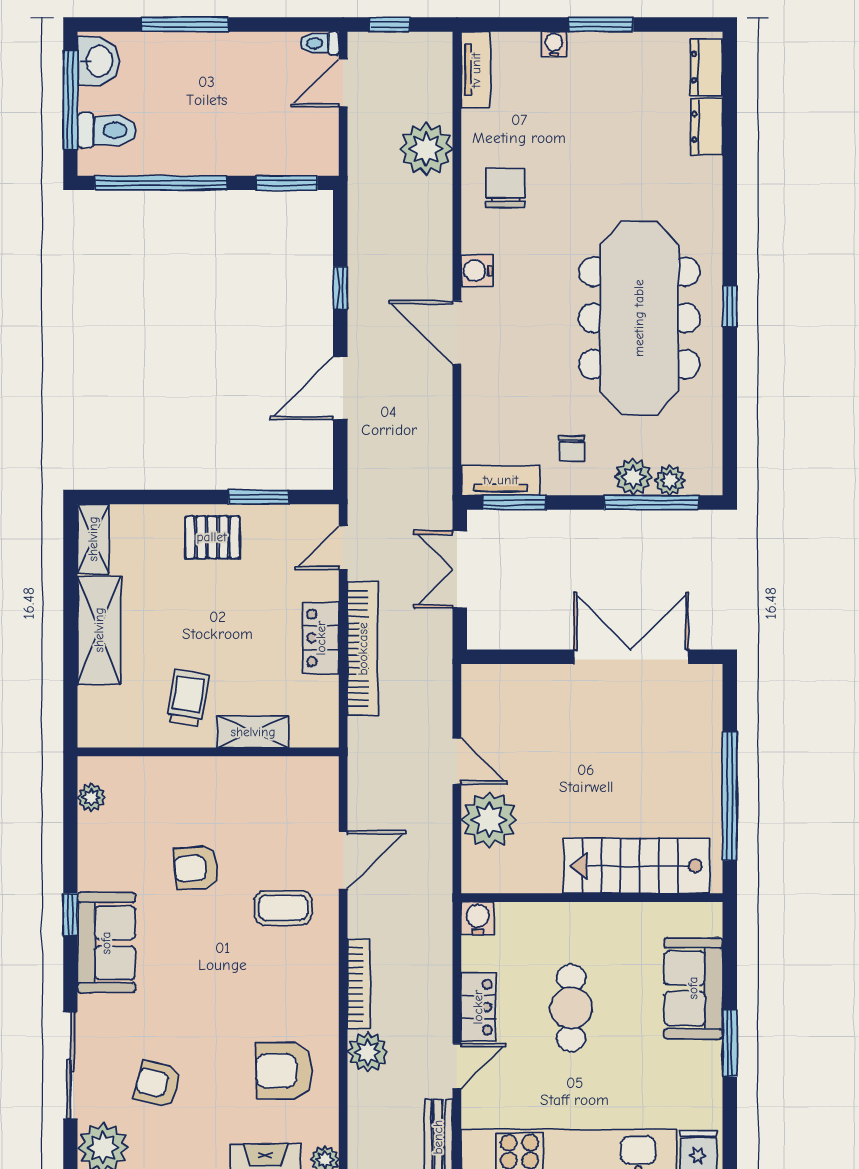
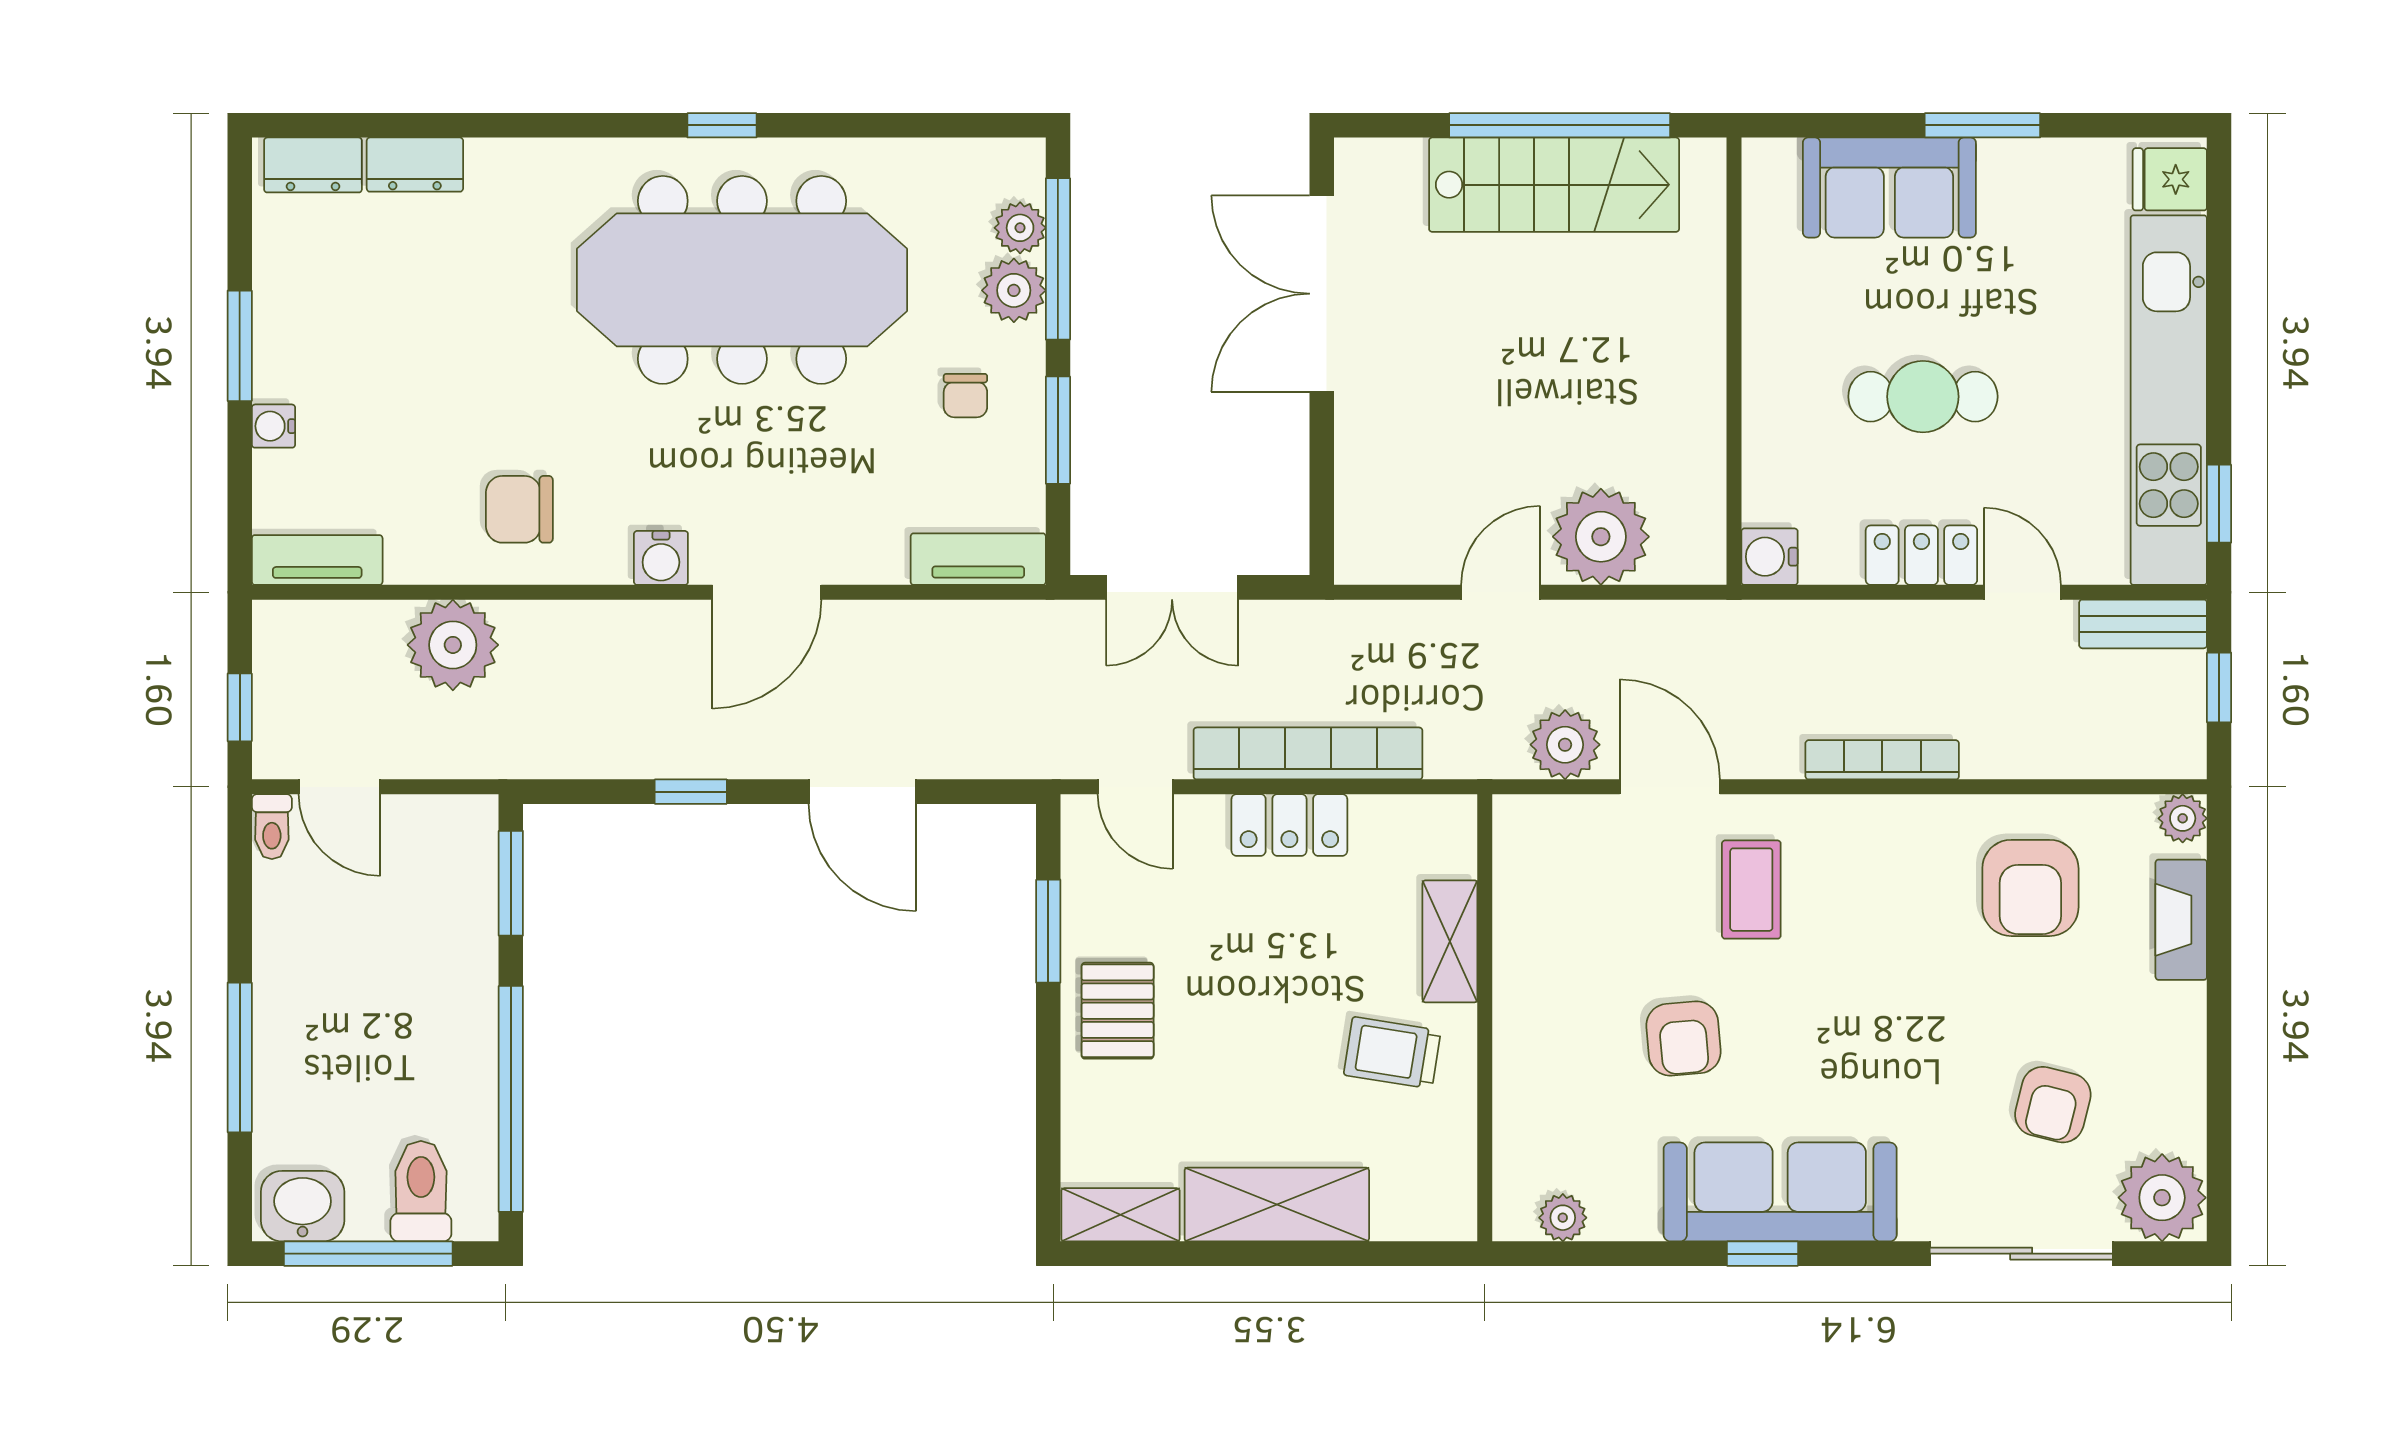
chair: (572, 449) -> (965, 396), turned 90
tv unit: (501, 480) -> (978, 559), moved, turned 90
window: (514, 503) -> (1058, 430), moved
stairs: (637, 866) -> (1554, 185), moved, turned -90
sofa: (106, 943) -> (1780, 1192), width x1.36
plant: (368, 1052) -> (1565, 745), moved

